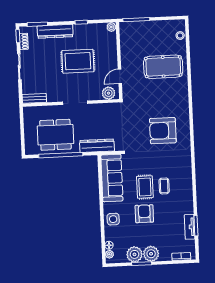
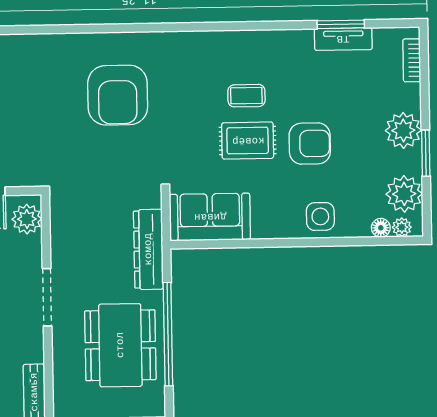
sofa: (112, 178) -> (210, 217), width x0.73
armchair: (144, 214) -> (310, 144), turned 180
plant: (135, 254) -> (404, 194), moved

